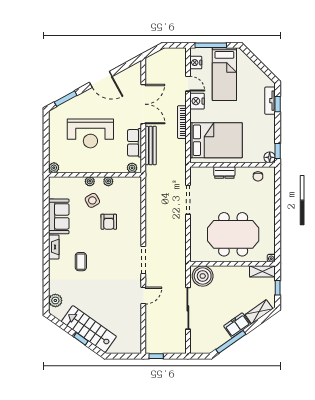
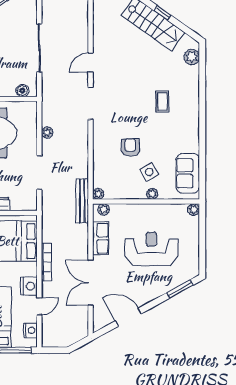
door: (101, 79) -> (128, 317), moved
door: (188, 84) -> (39, 306), swing flipped
bench: (151, 145) -> (82, 201), moved
plant: (108, 181) -> (98, 194), moved
sofa: (59, 216) -> (188, 173), moved
plant: (181, 235) -> (47, 133), added
fireplace: (54, 247) -> (194, 118), removed
boiler: (203, 276) -> (22, 91), width x0.54, depth x0.54

